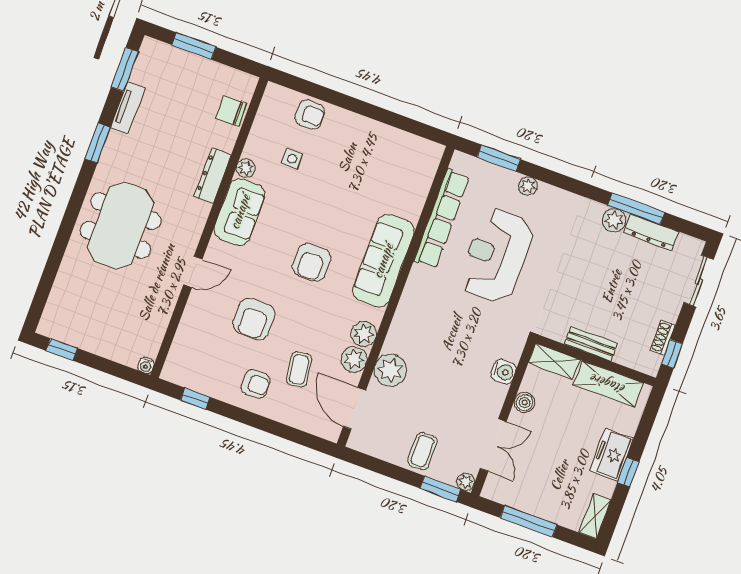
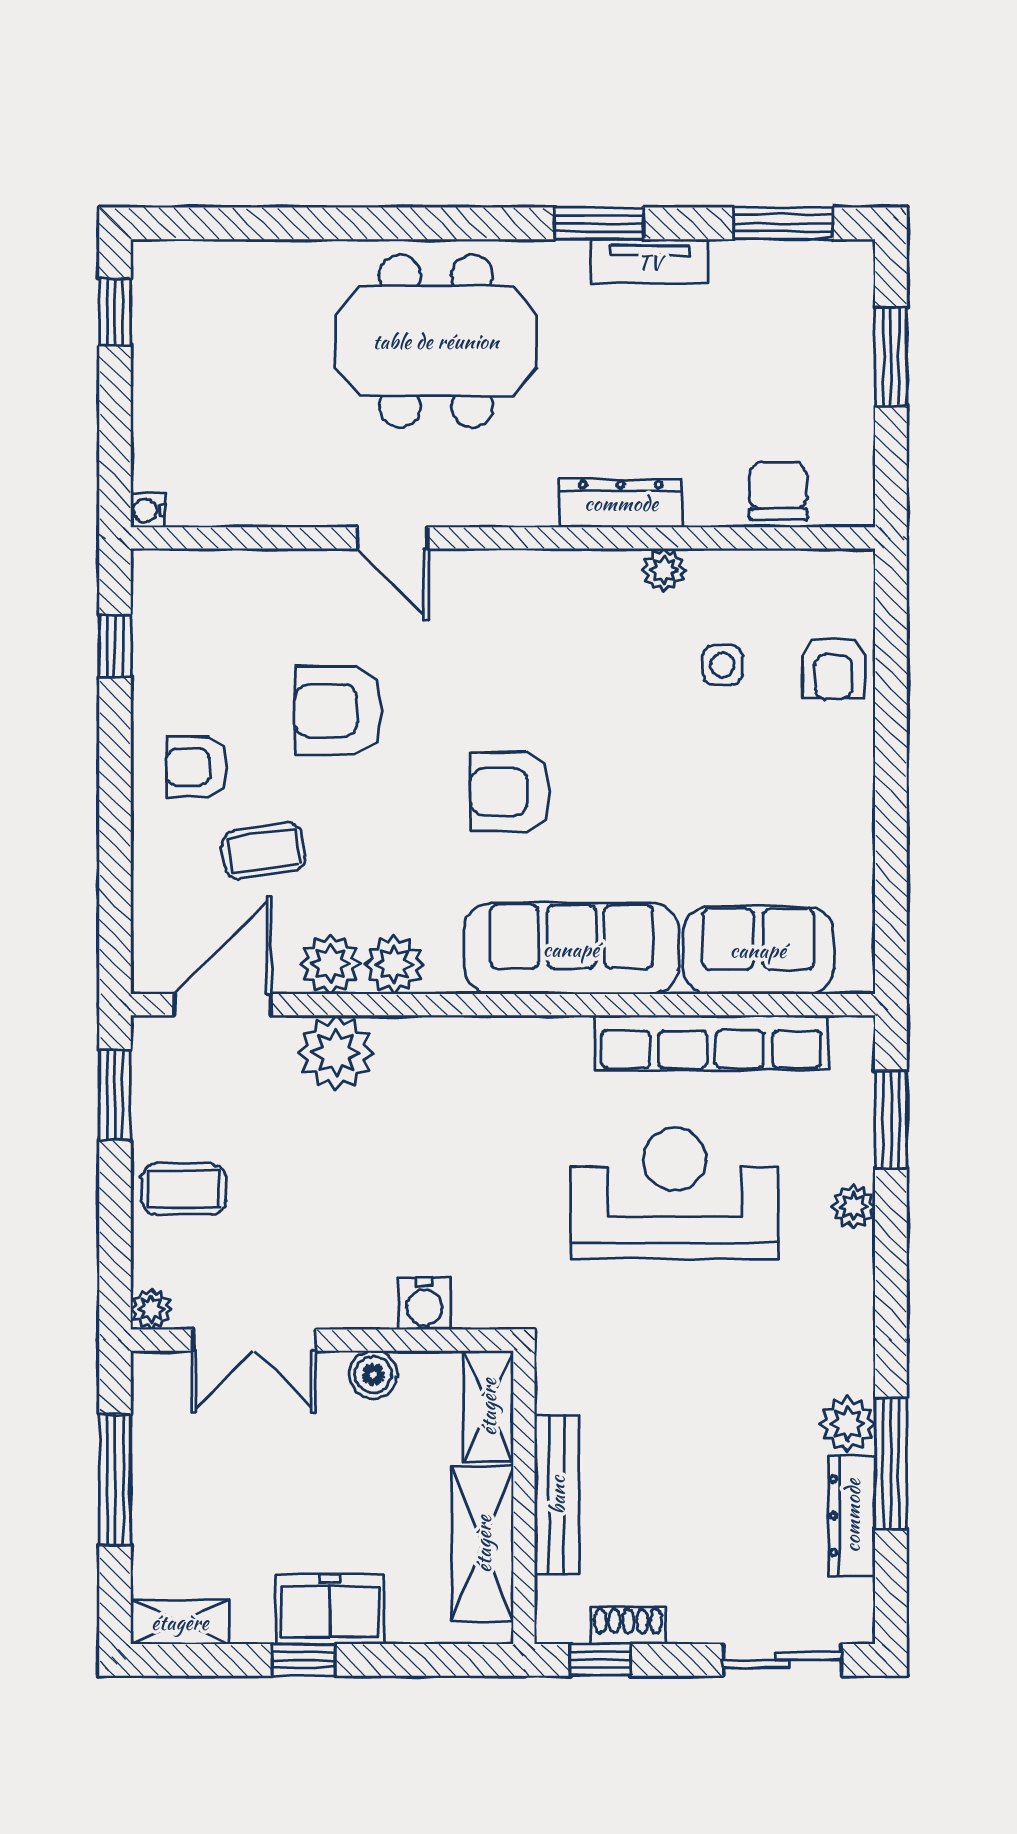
tv unit: (128, 108) -> (650, 262), moved
sofa: (240, 212) -> (758, 950), moved, turned 180
bench: (591, 344) -> (557, 1495), width x1.36
armchair: (256, 384) -> (197, 767), turned 90
window: (440, 489) -> (115, 1095), moved

